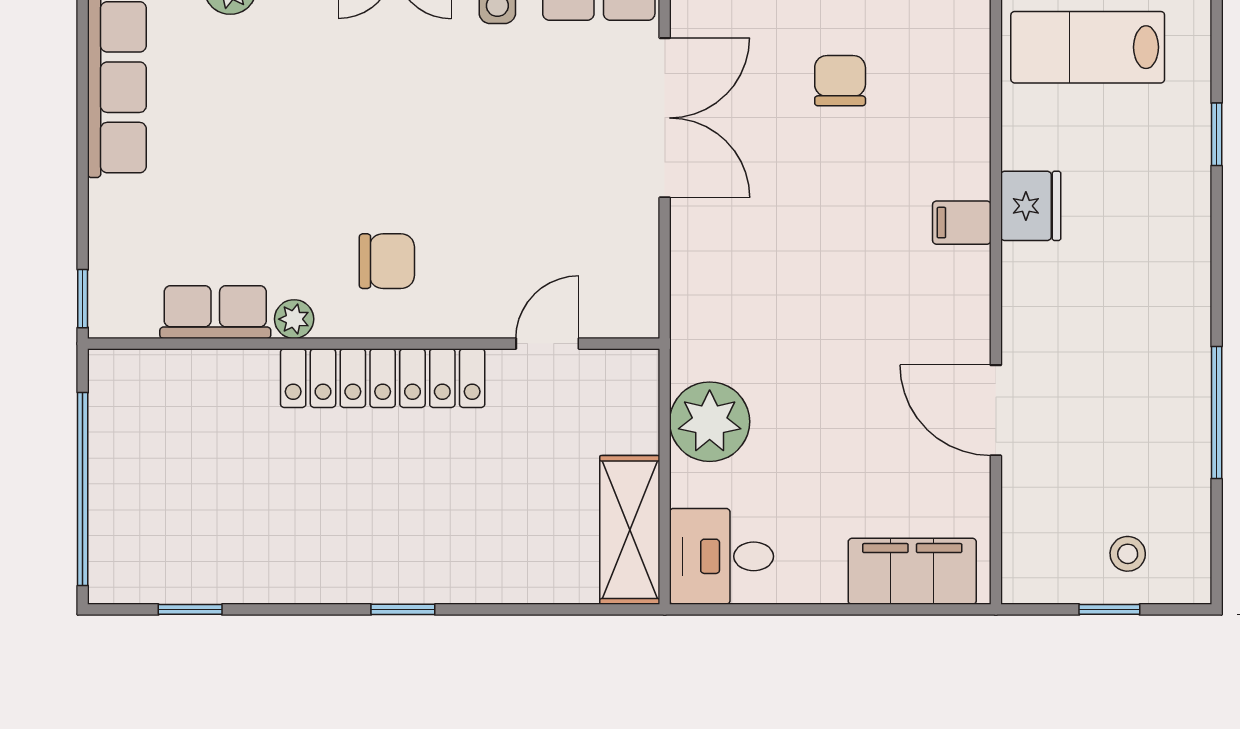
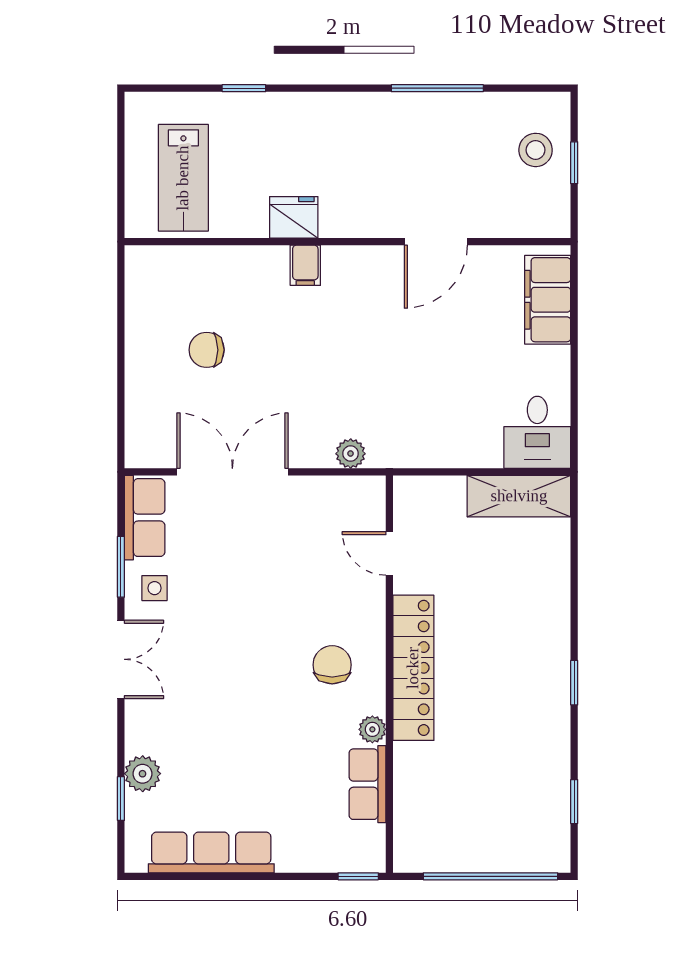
plant: (710, 422) -> (351, 454), moved, width x0.53, depth x0.53
stool: (1128, 554) -> (536, 150), width x1.37, depth x1.37
window: (403, 609) -> (574, 683), moved

